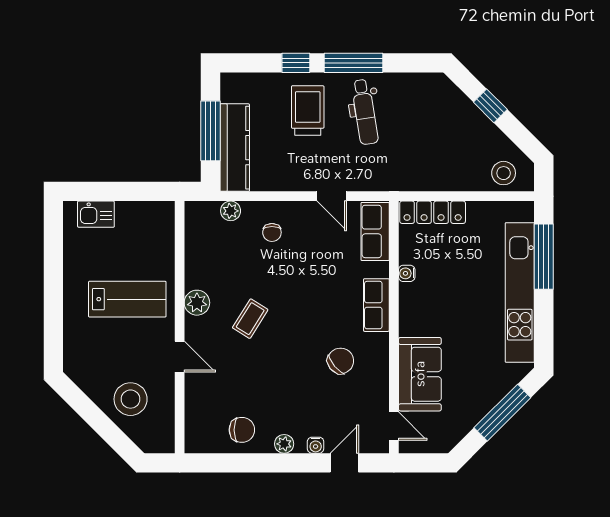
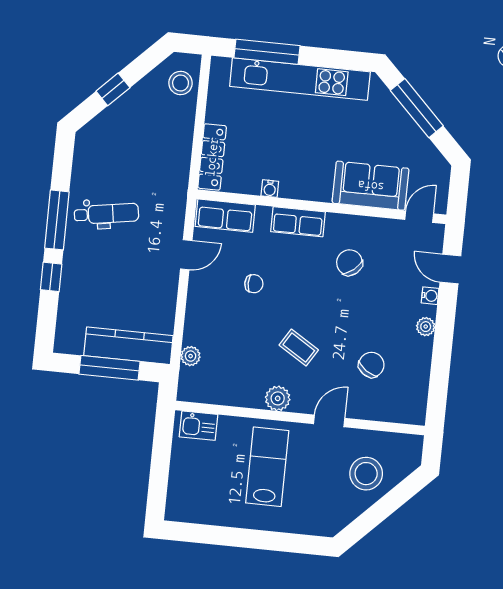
trolley: (308, 110) -> (99, 270), removed
kitchen sink: (96, 214) -> (198, 426), moved, turned 90
chair: (272, 232) -> (254, 284), moved
chair: (242, 430) -> (371, 365), moved, turned 35

